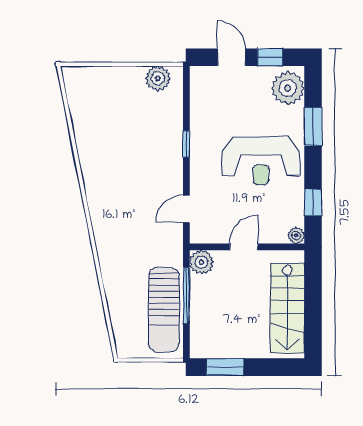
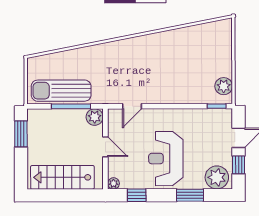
window: (186, 144) -> (217, 106), moved
door: (186, 209) -> (132, 106), swing flipped

